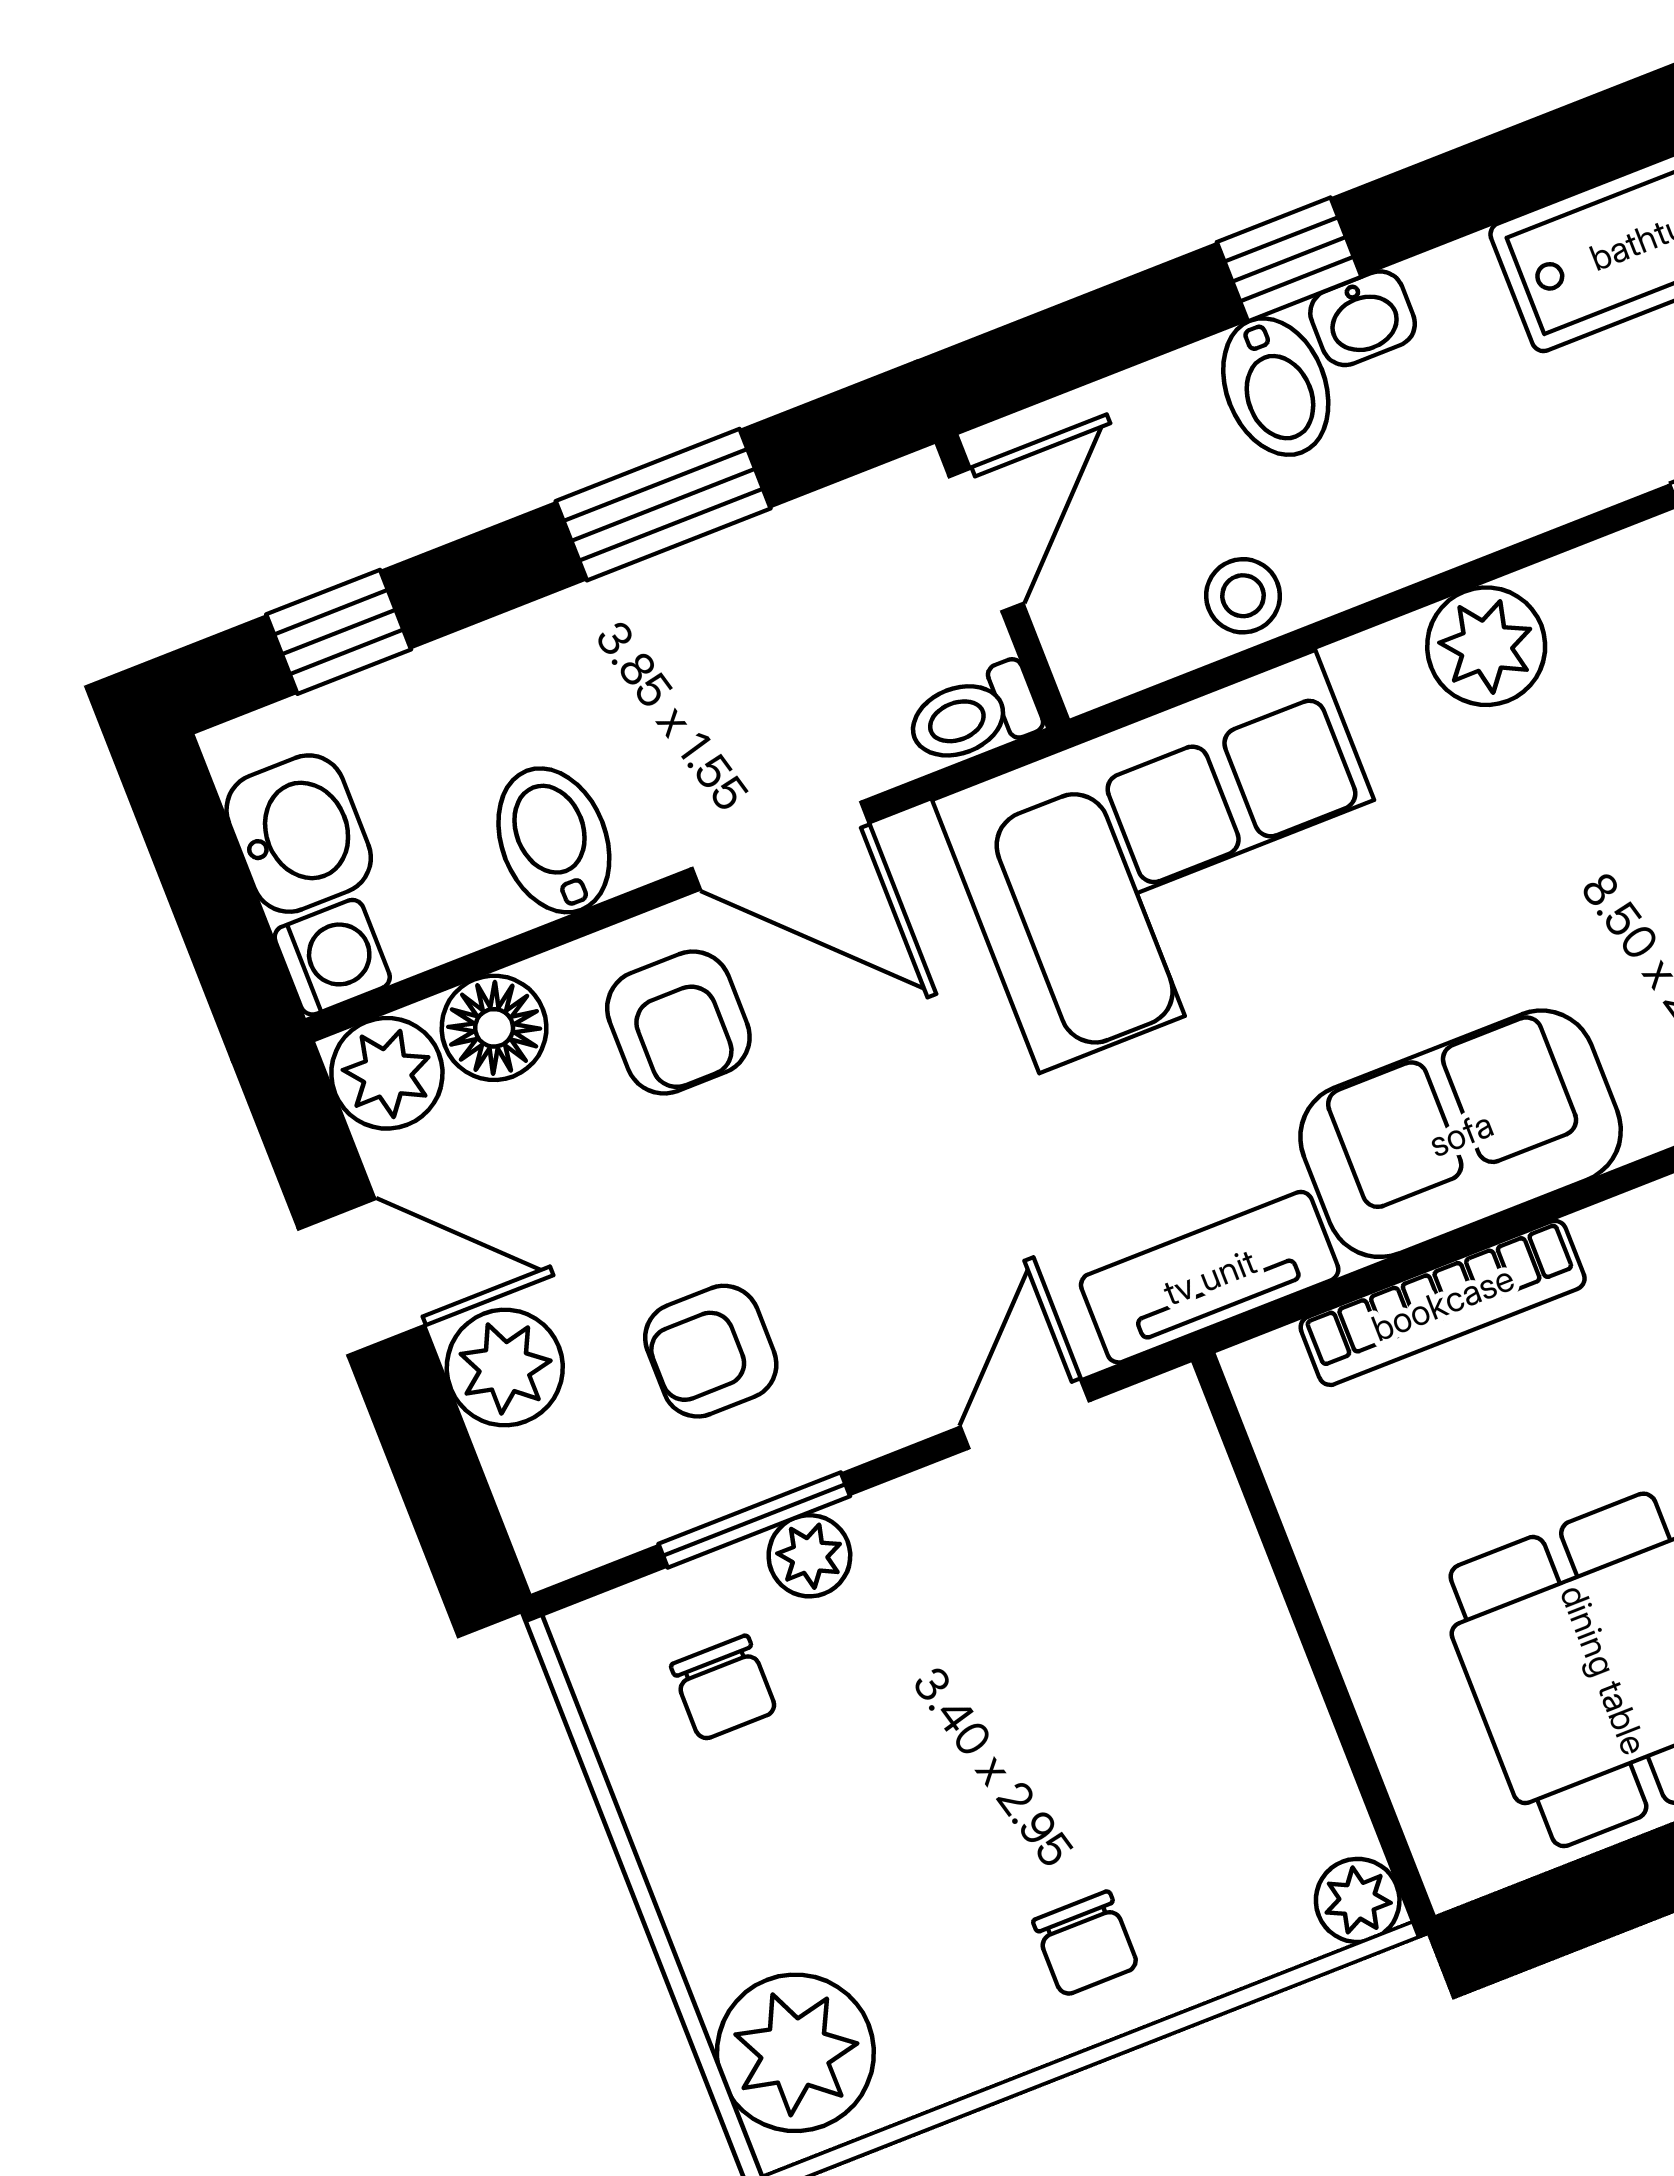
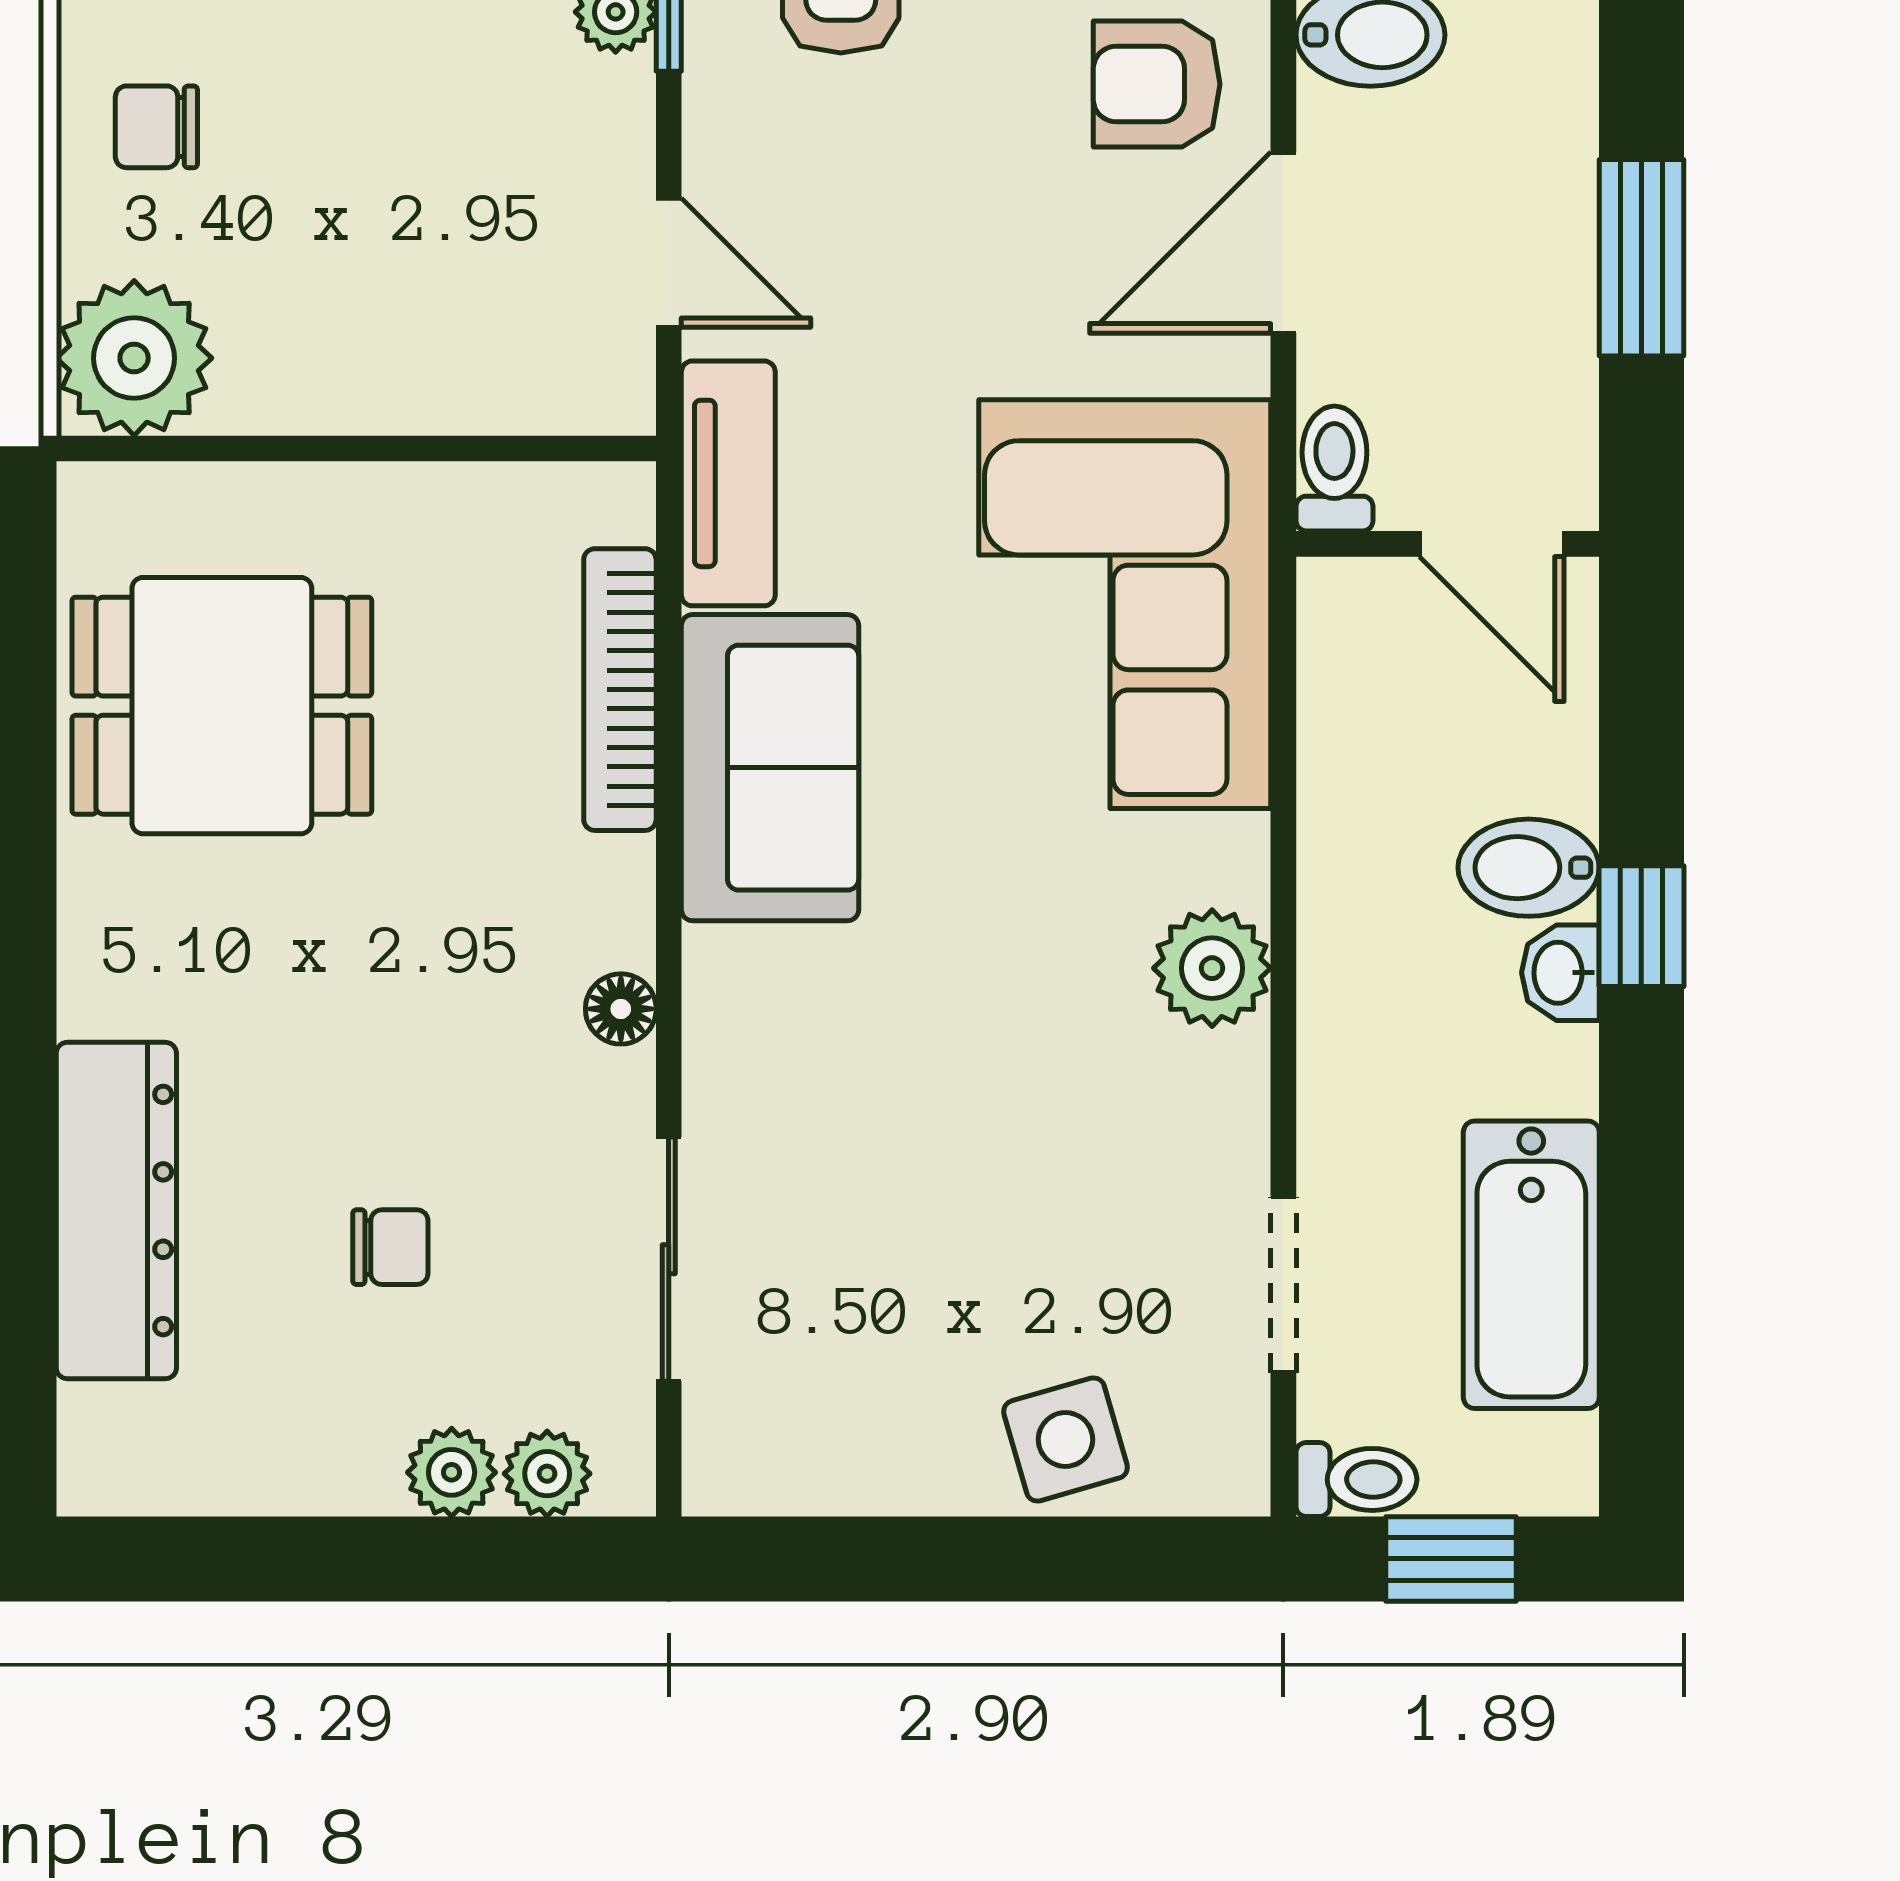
stool: (1243, 596) -> (1347, 761), removed
plant: (1358, 1900) -> (134, 358), width x1.88, depth x1.88

